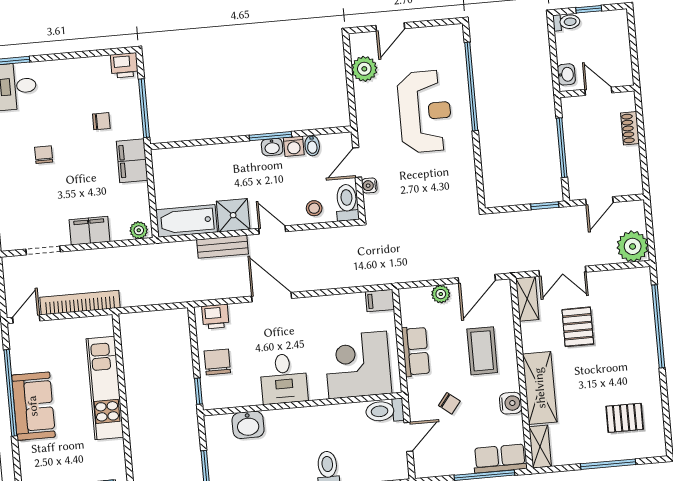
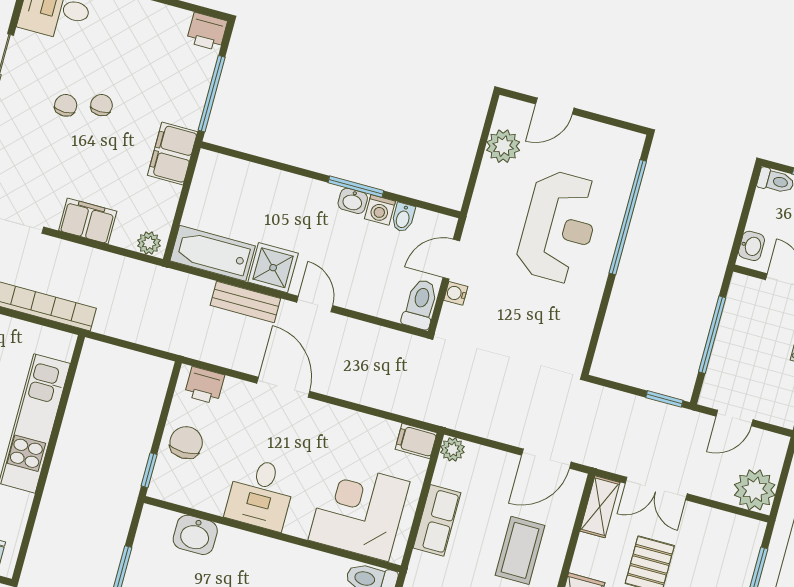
chair: (101, 121) -> (101, 105), moved, turned -90
stool: (314, 208) -> (377, 296), removed
plant: (441, 294) -> (452, 449), moved

